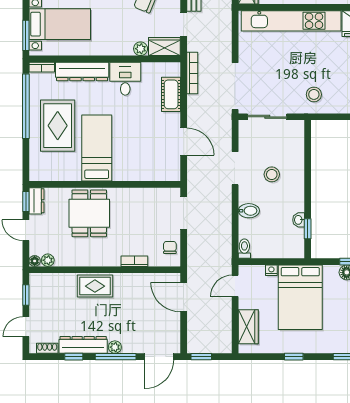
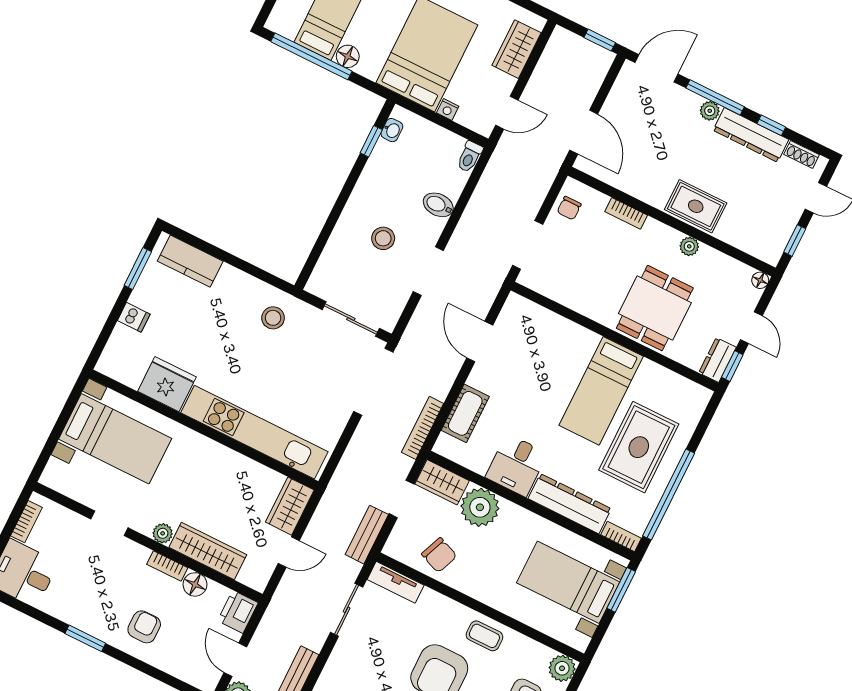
plant: (141, 49) -> (480, 507), width x1.88, depth x1.88
washbasin: (299, 220) -> (392, 130), moved
plant: (48, 260) -> (689, 246), moved

